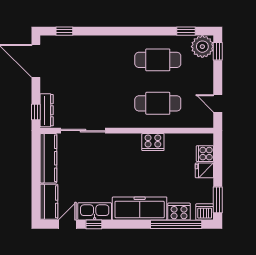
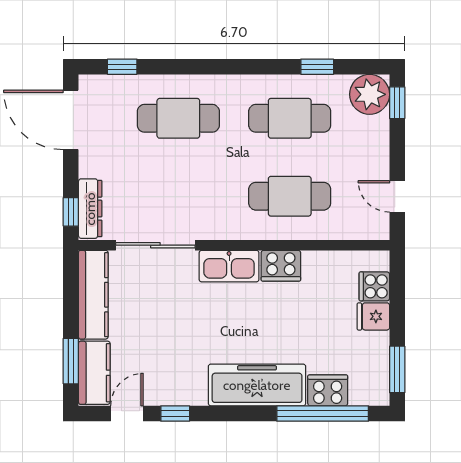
window: (186, 31) -> (317, 67), moved
cafe table: (96, 60) -> (178, 118), added
window: (36, 195) -> (71, 361), added
kitchen sink: (95, 211) -> (229, 266), moved, turned 180
dishwasher: (205, 212) -> (374, 391), removed

